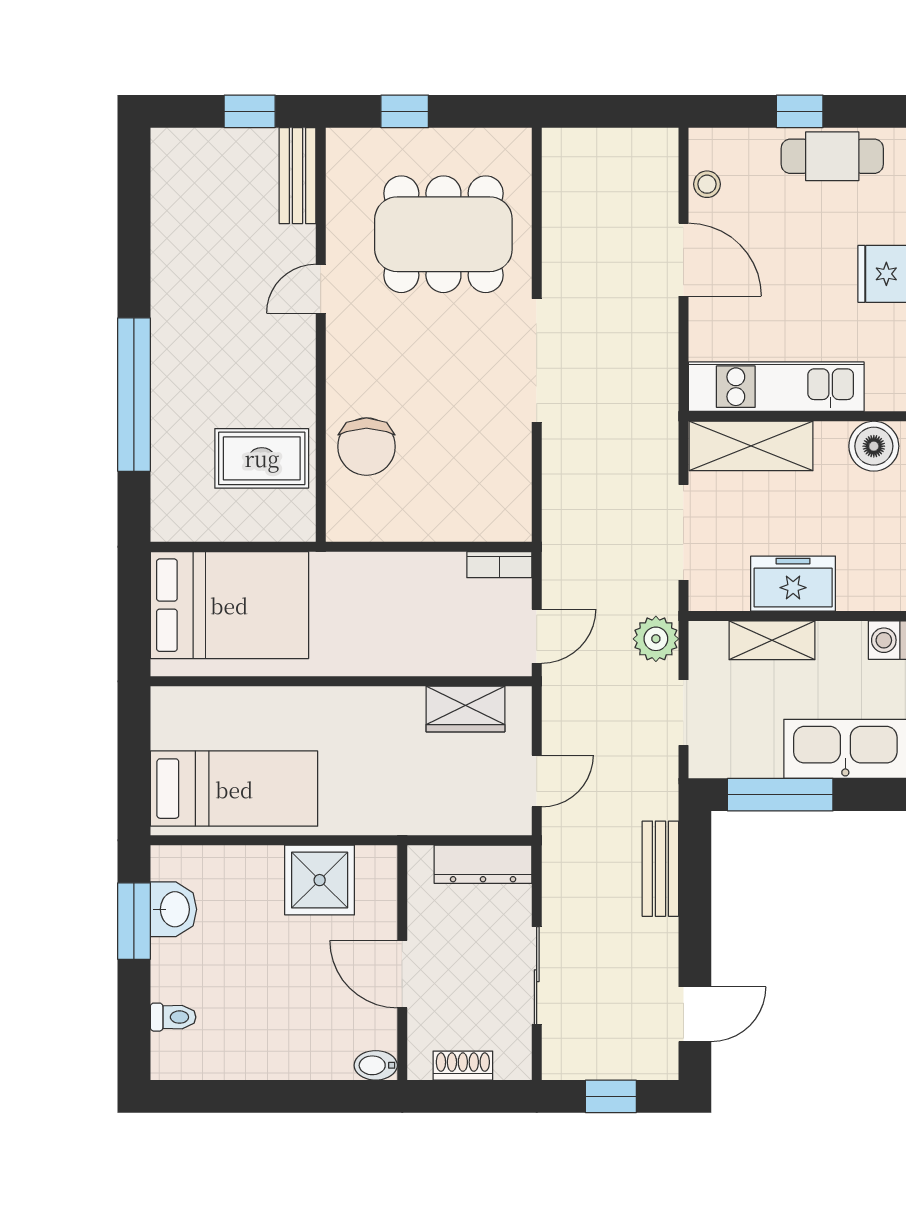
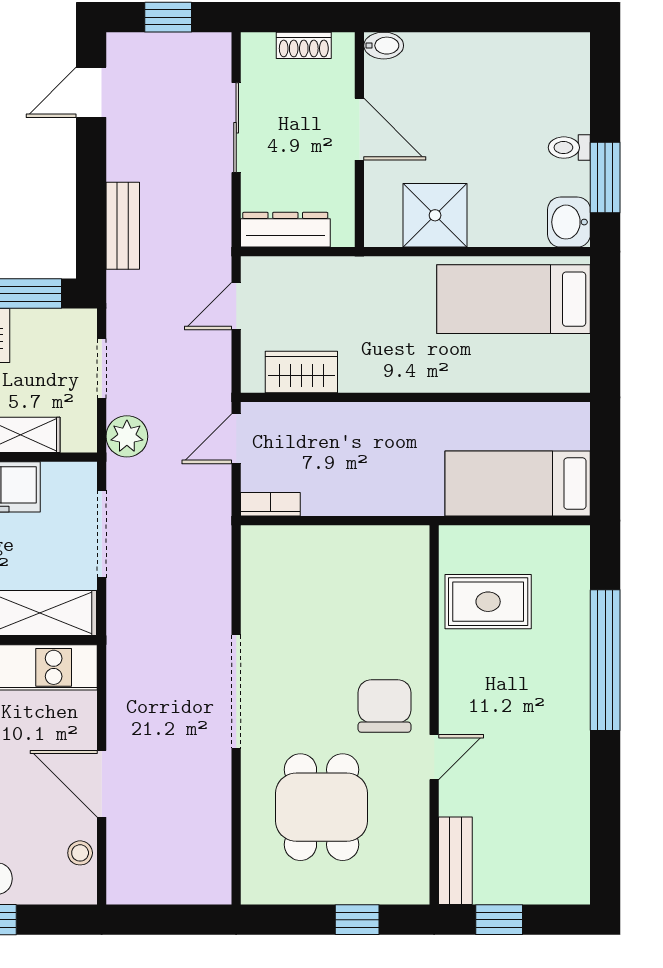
dining table: (443, 234) -> (322, 807), width x0.73
chair: (366, 447) -> (384, 706), moved
bed: (229, 605) -> (518, 484), width x0.67
washbasin: (173, 909) -> (569, 222), moved
toilet: (173, 1017) -> (569, 148), moved

